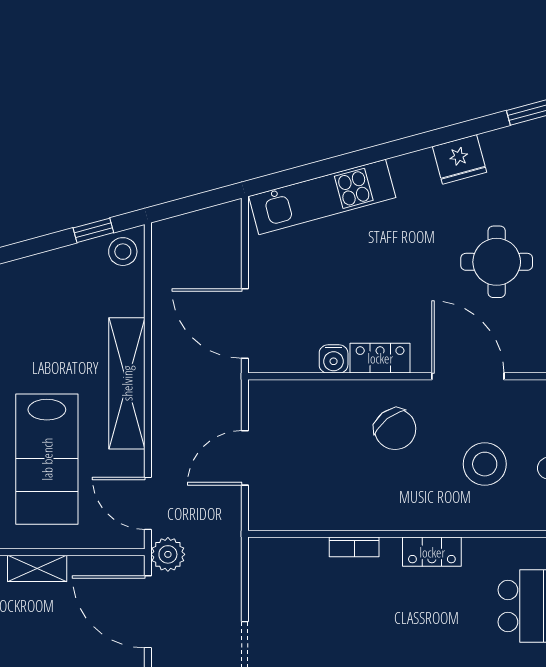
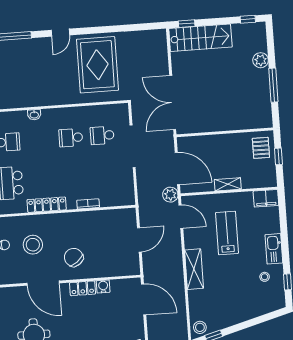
shelving: (127, 383) -> (194, 269), width x0.68
lab bench: (47, 459) -> (227, 233), width x0.73, depth x0.72
locker: (432, 552) -> (47, 205), width x1.53

